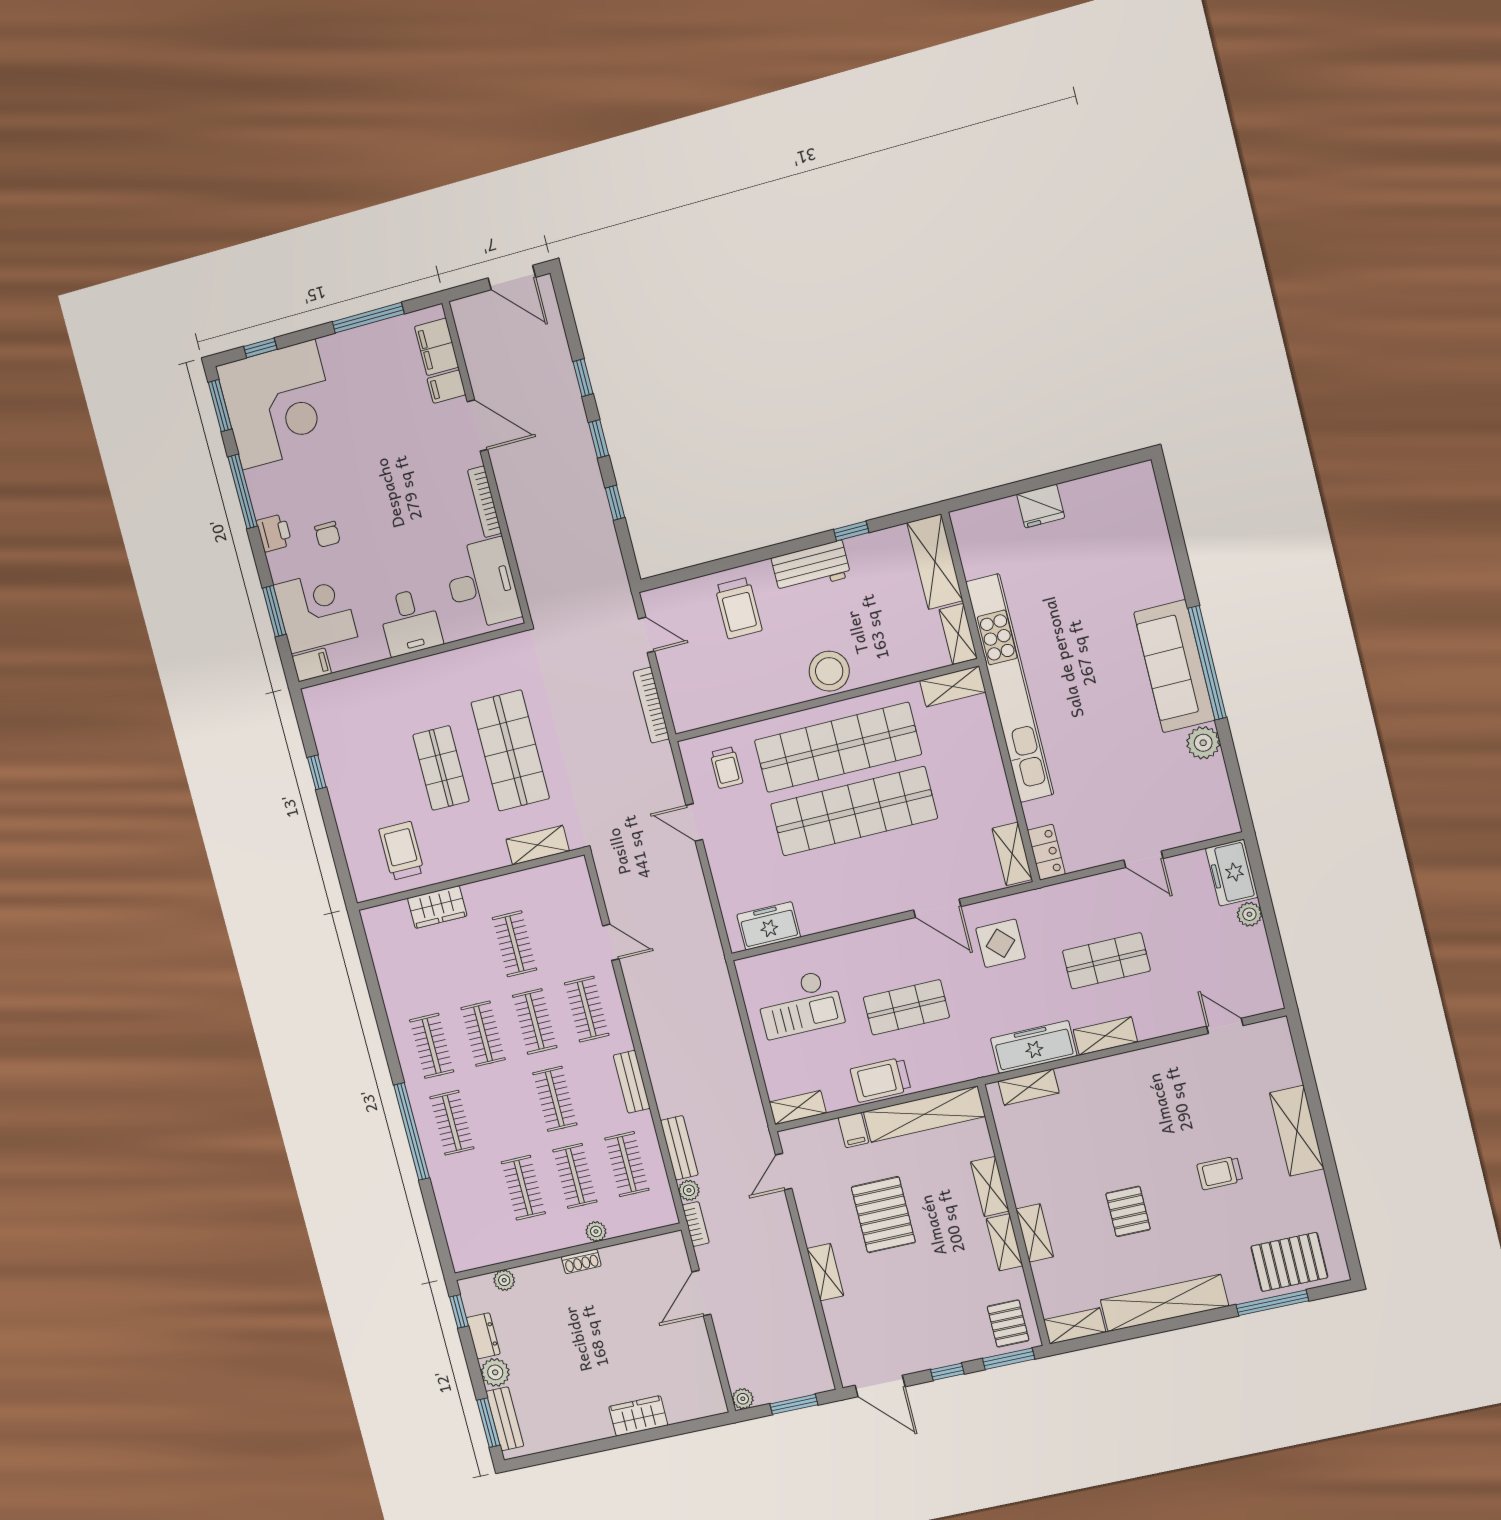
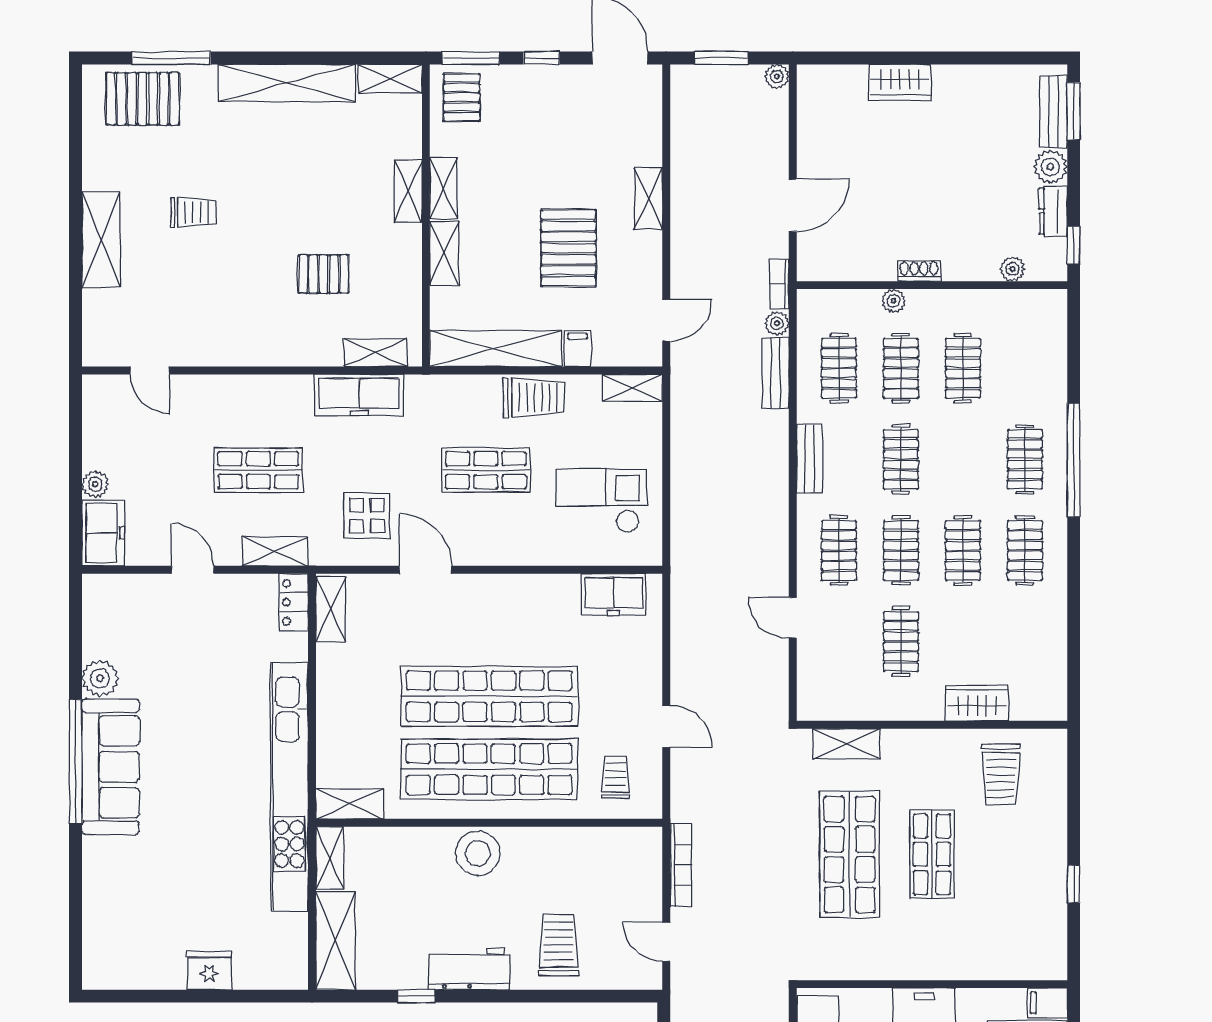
shelving: (1105, 1036) -> (275, 551), moved
pallet: (1128, 1211) -> (324, 274), moved, turned 90

